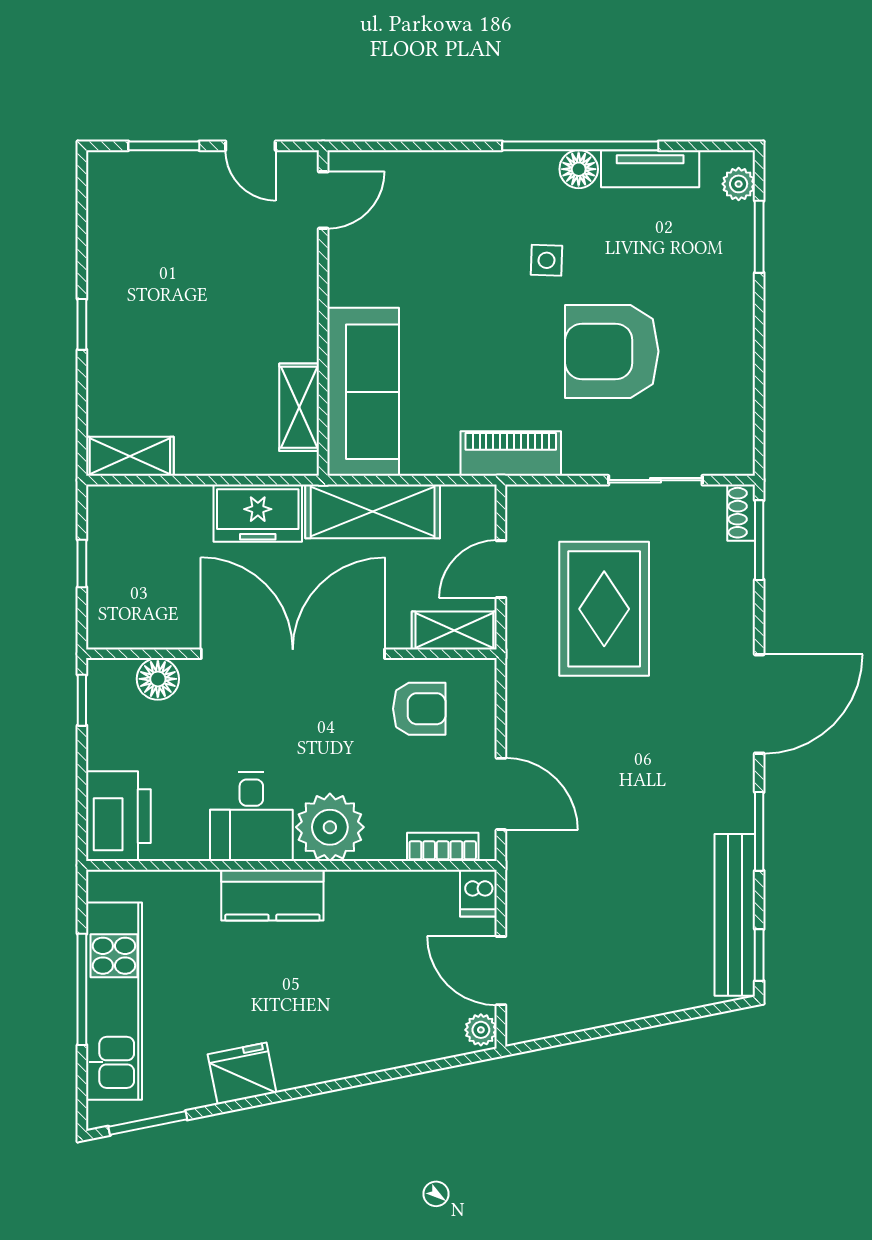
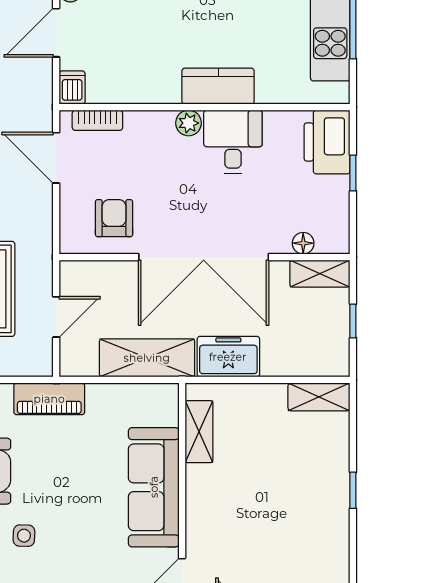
sofa: (363, 392) -> (154, 487), moved
shelving: (454, 630) -> (320, 274), moved
floor lamp: (158, 679) -> (303, 243), width x0.73, depth x0.73
window: (82, 700) -> (353, 173), moved
armchair: (419, 709) -> (114, 218), turned 90
plant: (330, 827) -> (189, 123), width x0.53, depth x0.53
door: (501, 971) -> (56, 33), swing flipped

